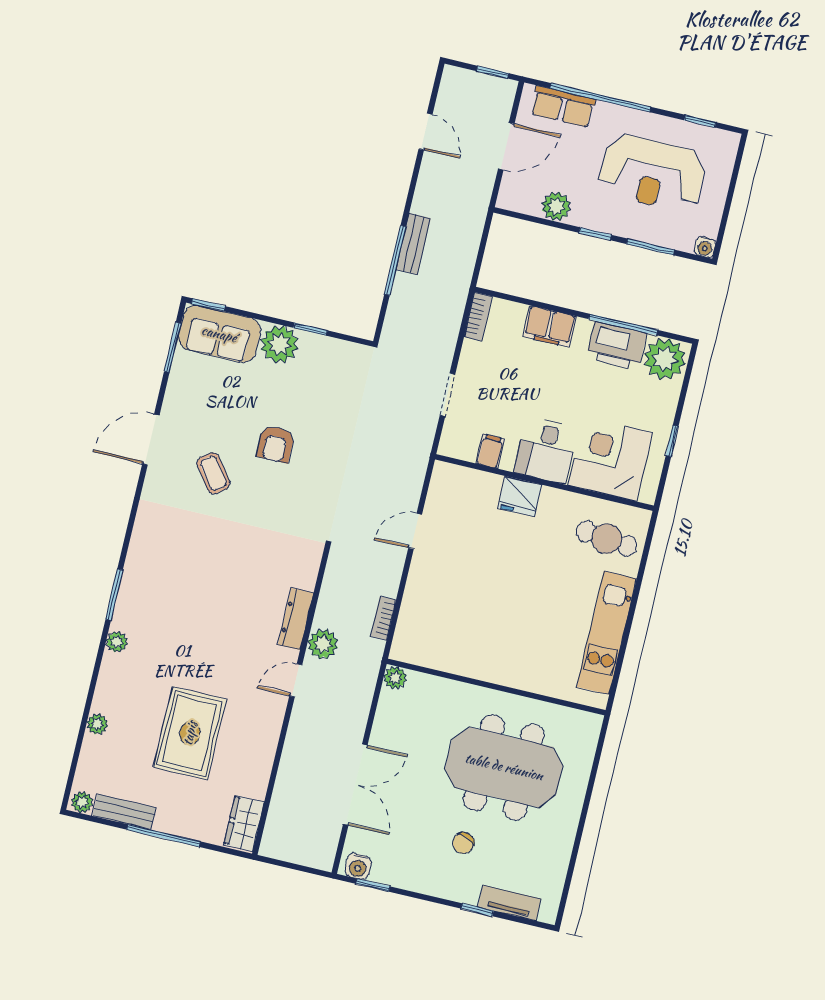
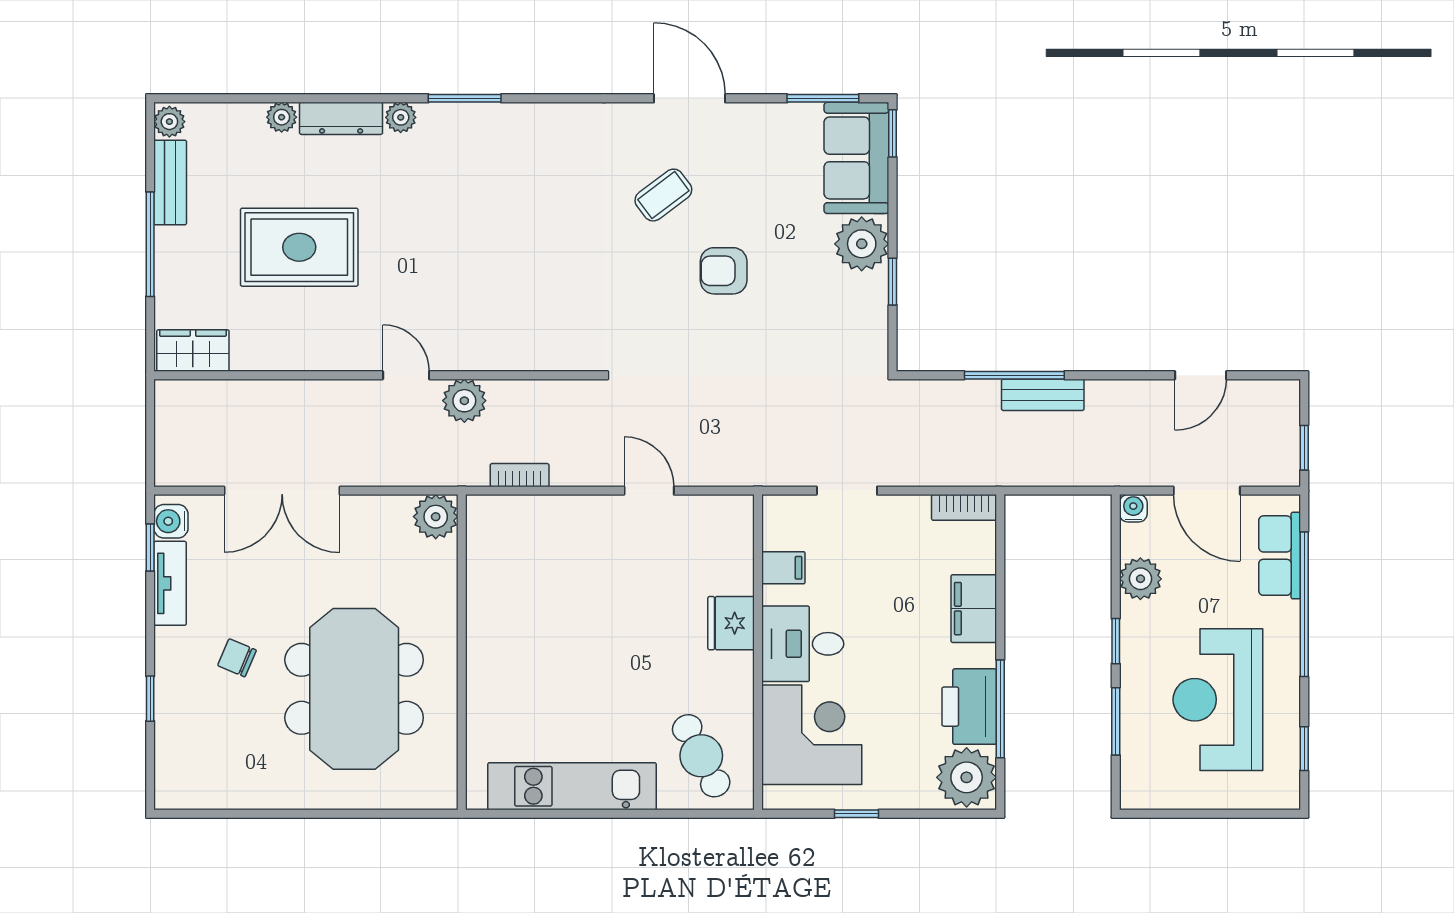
water cooler: (705, 247) -> (1133, 508), moved, turned 90
cafe table: (607, 539) -> (701, 756), turned -33
dresser: (296, 619) -> (341, 118), moved, turned 180
plant: (395, 678) -> (436, 517), width x1.38, depth x1.38
tv unit: (509, 903) -> (170, 583), moved

